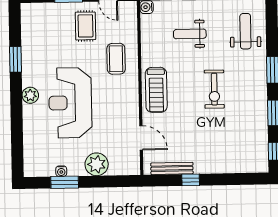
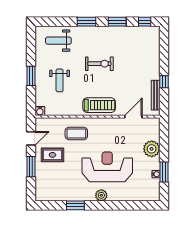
reception desk: (70, 103) -> (107, 167), turned 180

